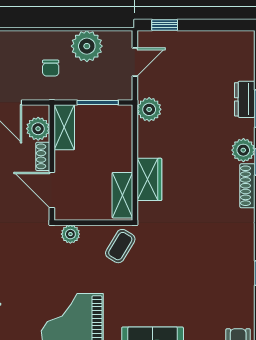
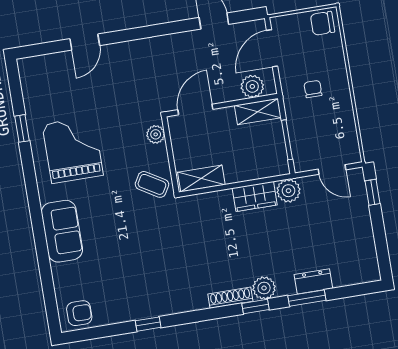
plant: (87, 46) -> (340, 120), removed
chair: (51, 68) -> (313, 89), turned 90
shoe rack: (43, 156) -> (226, 95), removed
wardrobe: (149, 179) -> (255, 196), moved

